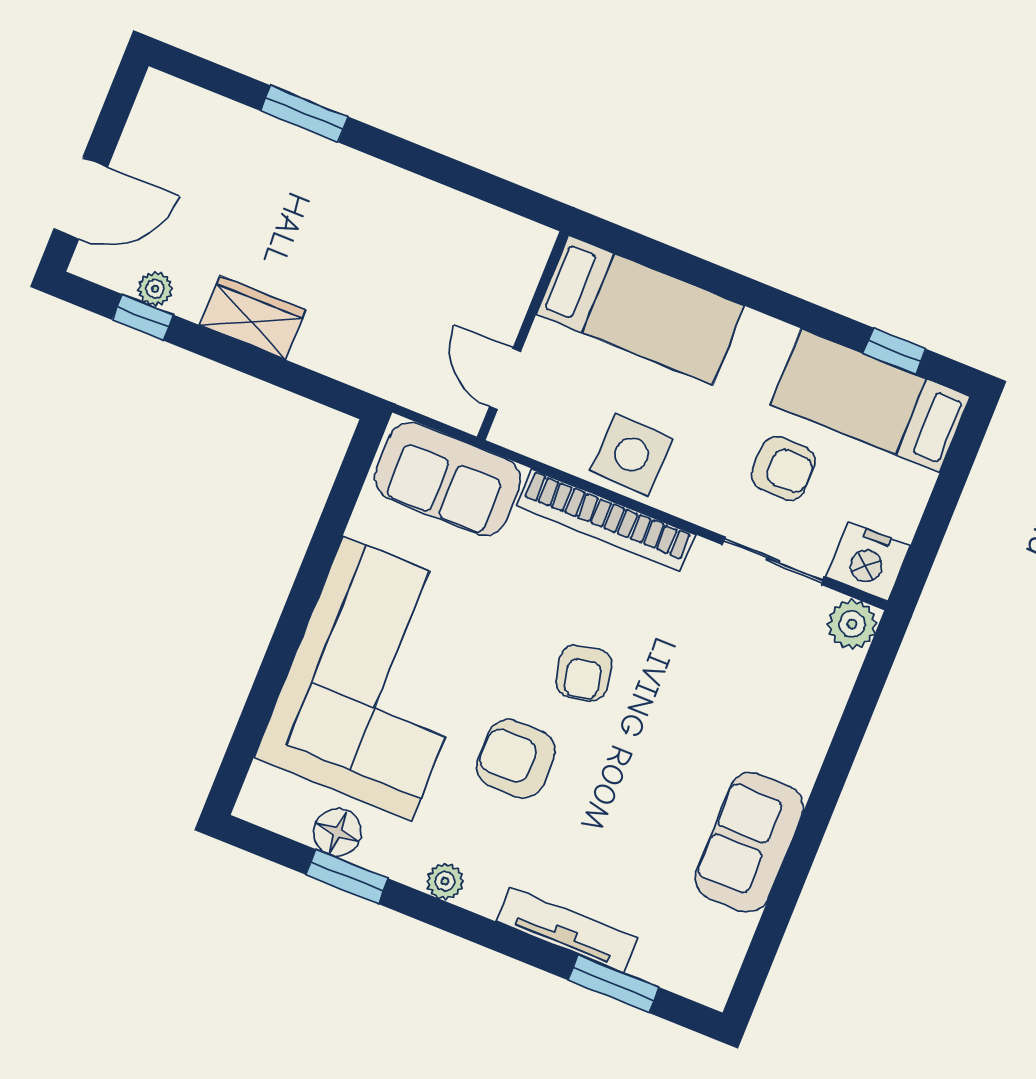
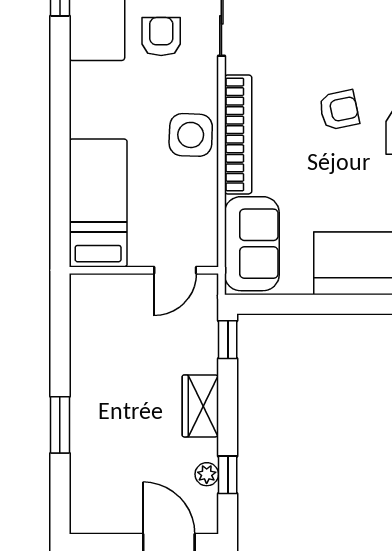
bed: (640, 310) -> (98, 203), moved
wall: (522, 336) -> (144, 270), moved
door: (505, 379) -> (175, 270), moved
window: (329, 392) -> (228, 340), added

